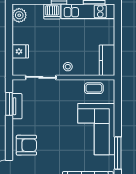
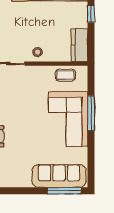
window: (118, 31) -> (91, 14), added
window: (118, 153) -> (91, 113), moved

